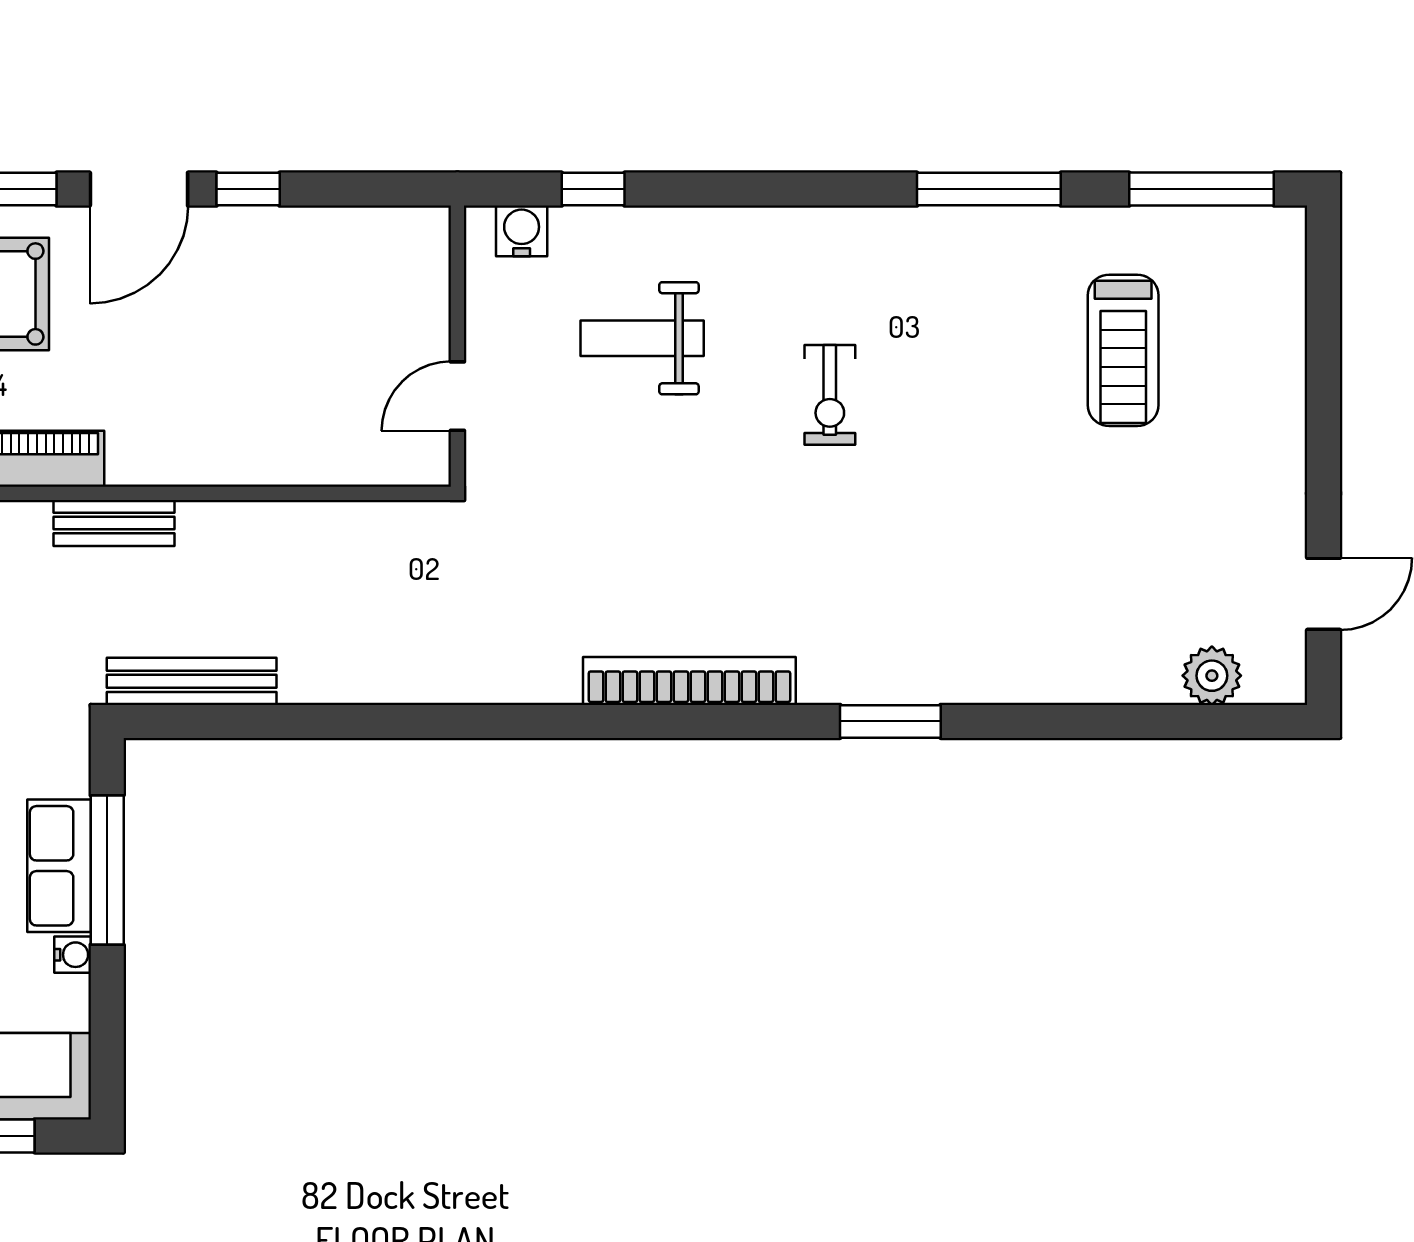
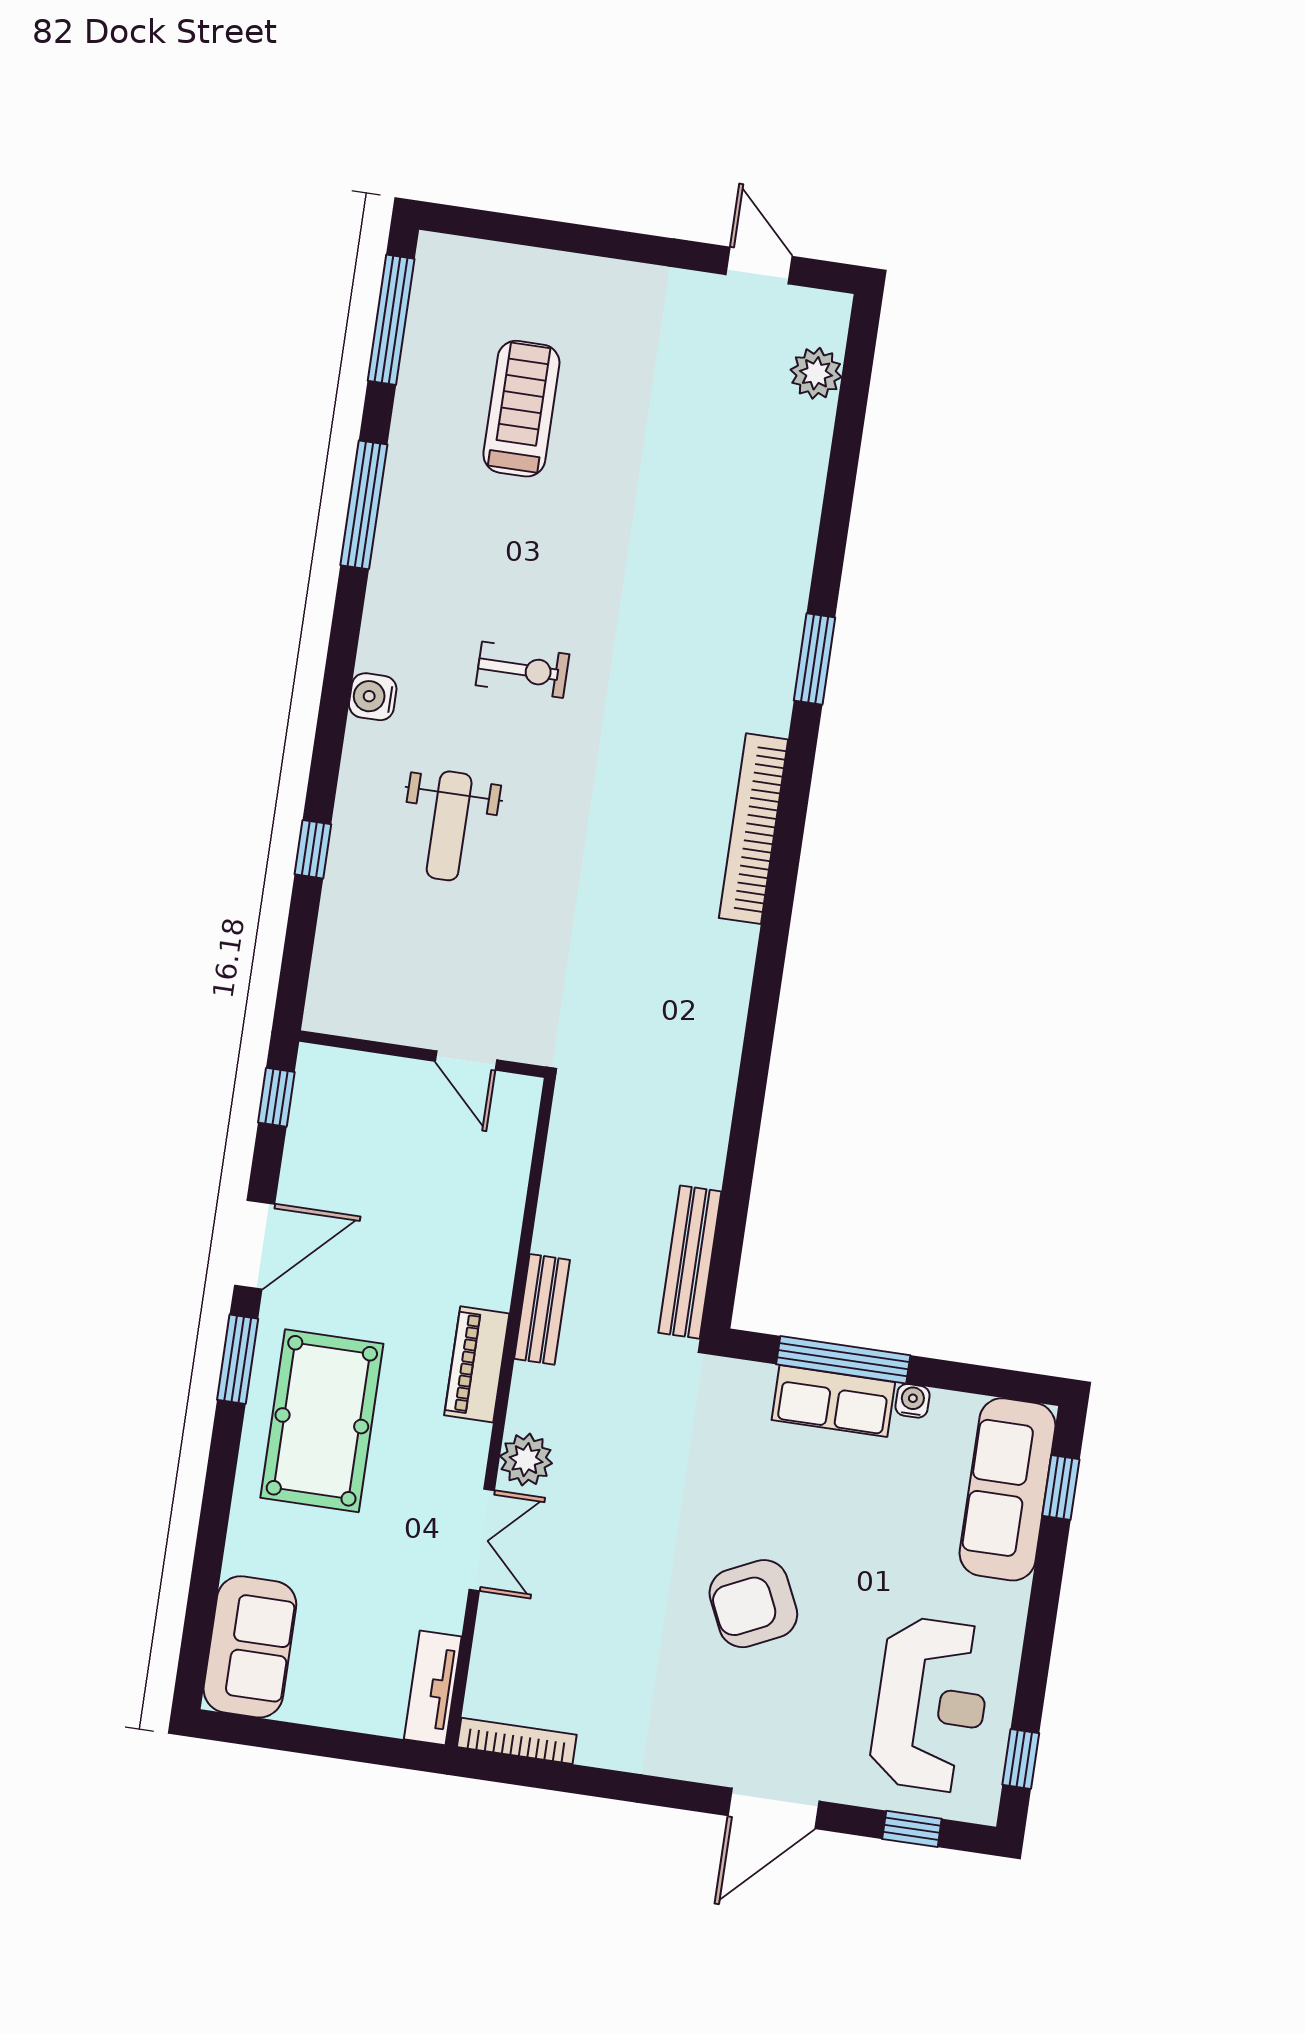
door: (139, 189) -> (255, 1245), hinge flipped
window: (248, 189) -> (276, 1097), moved
water cooler: (522, 231) -> (373, 697), moved
wall: (457, 346) -> (422, 1054), moved
treadmill: (1123, 350) -> (521, 409), turned -90
door: (457, 396) -> (466, 1061), moved

